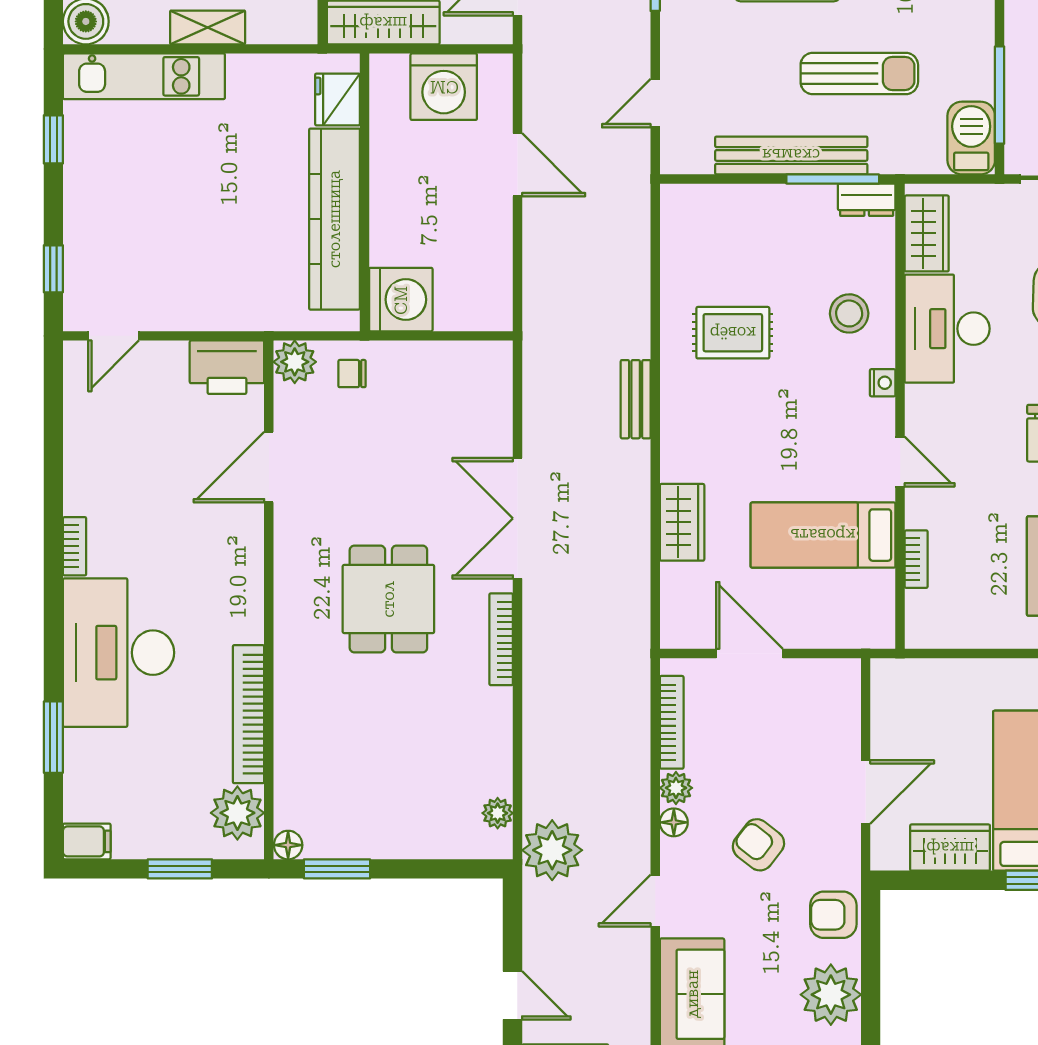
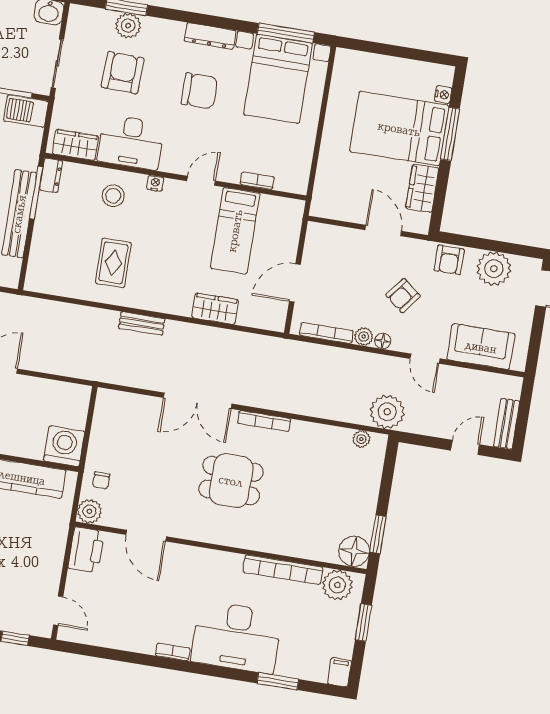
floor lamp: (288, 845) -> (354, 551), width x1.89, depth x1.89

